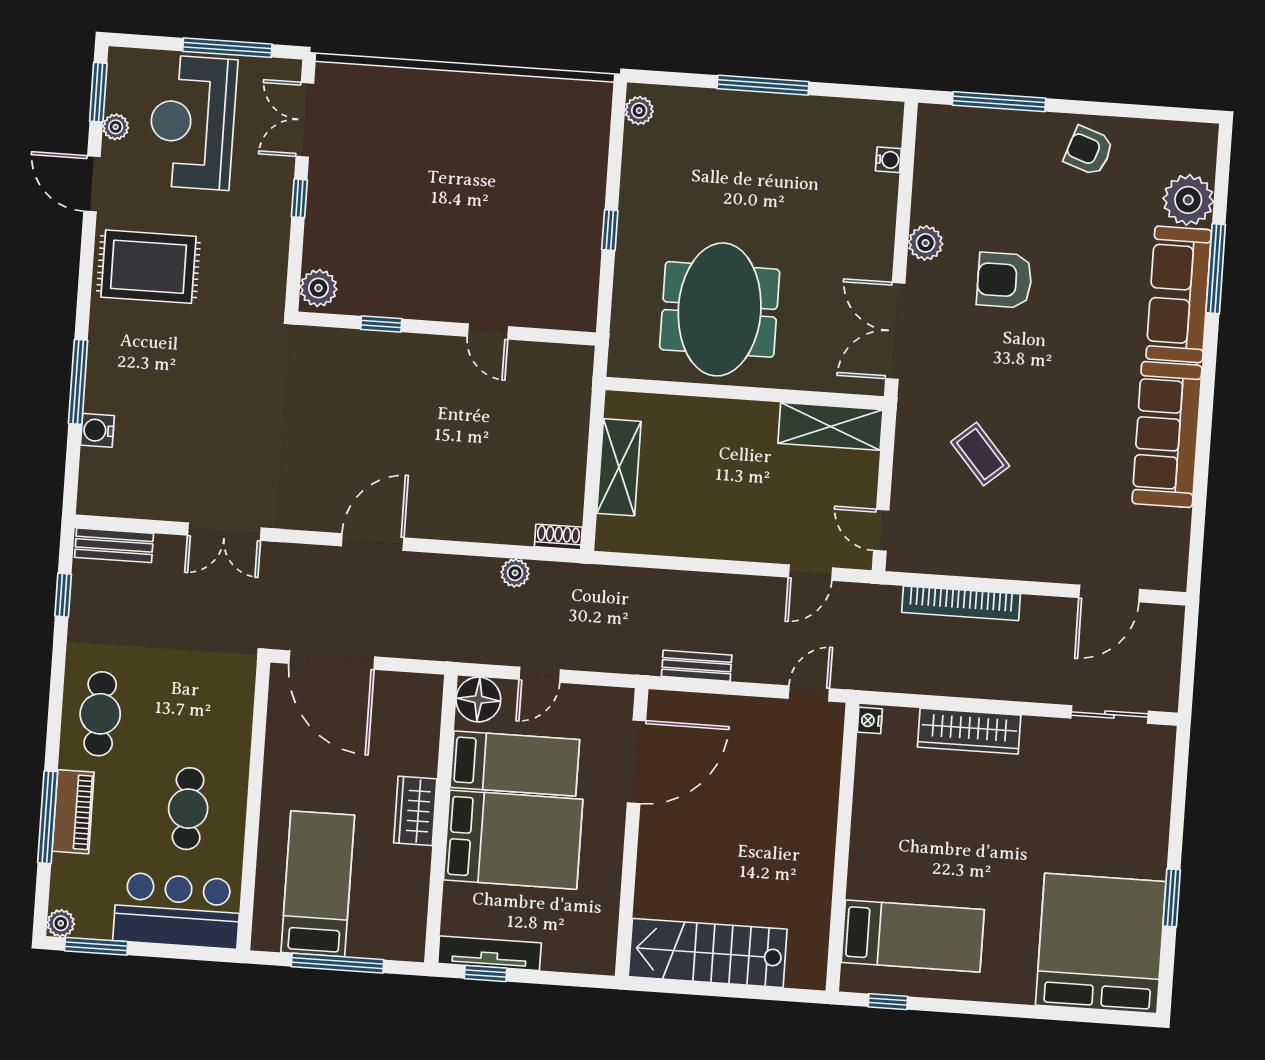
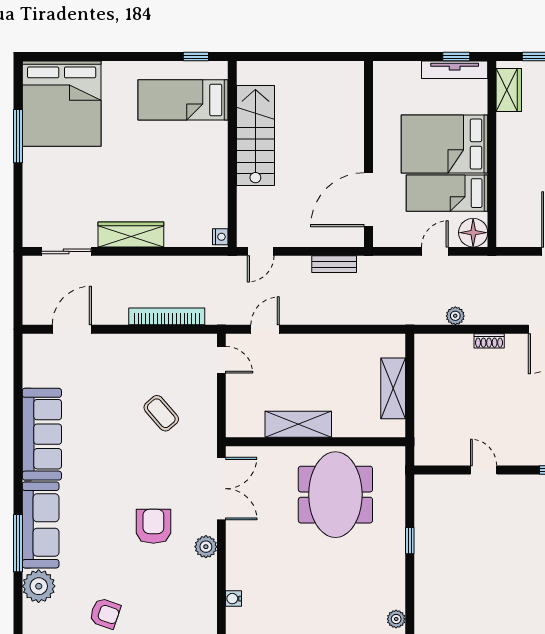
armchair: (1004, 280) -> (153, 526), turned -90
shelving: (830, 426) -> (298, 424), moved
shoe rack: (558, 537) -> (489, 341), moved
wardrobe: (969, 731) -> (131, 234), moved
wardrobe: (415, 811) -> (509, 90), moved
window: (1172, 898) -> (18, 136), width x1.44
stairs: (708, 953) -> (255, 136), moved, turned -90

